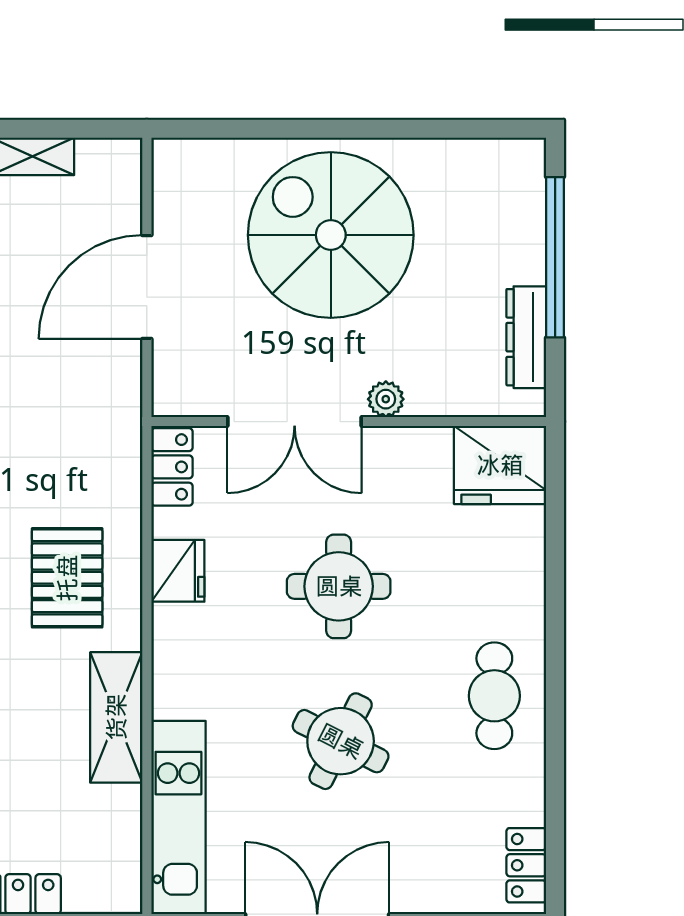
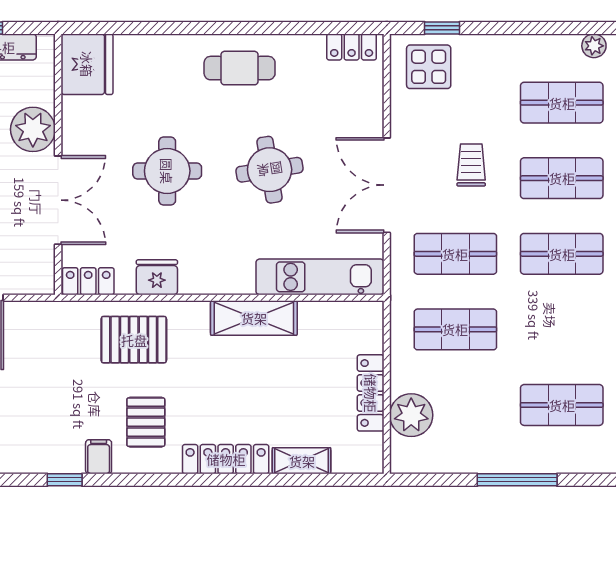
plant: (386, 399) -> (33, 129), width x1.87, depth x1.87
pallet: (67, 578) -> (134, 340), moved
round table: (341, 741) -> (270, 170), turned -36

